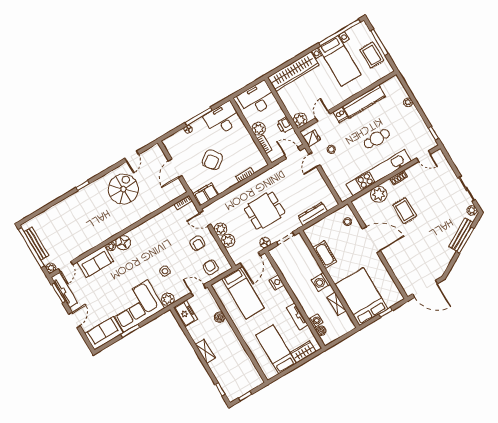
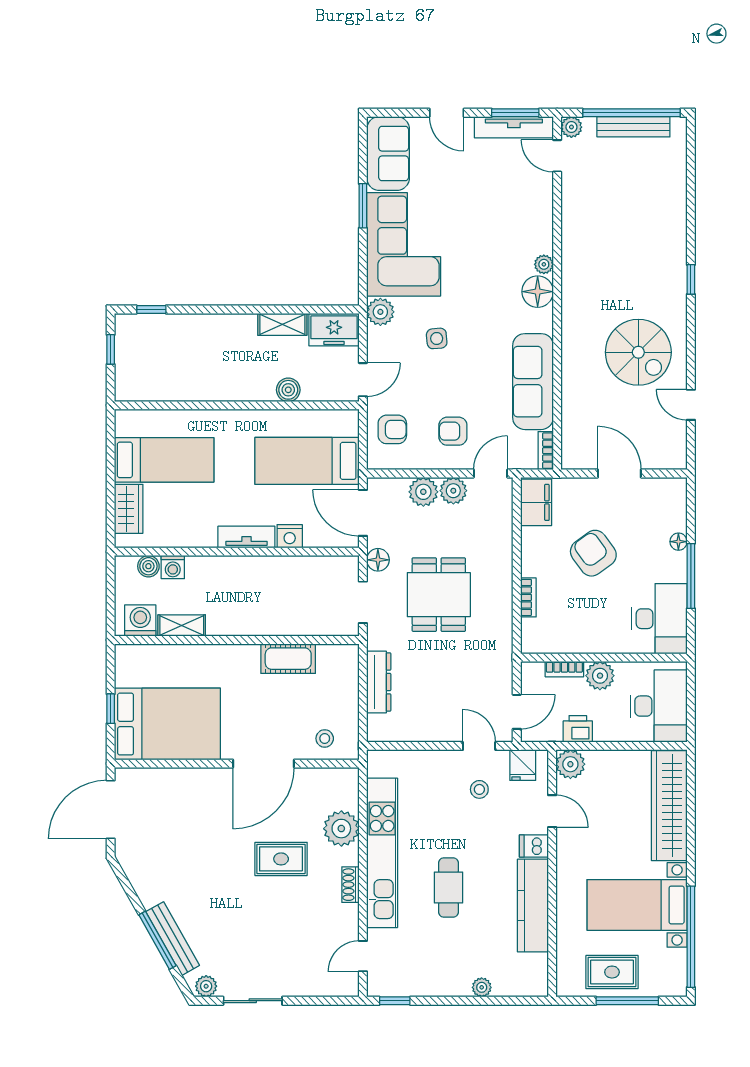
sofa: (95, 262) -> (533, 382), moved, width x1.36
washing machine: (321, 282) -> (140, 621), moved
bed: (362, 296) -> (167, 724), moved
tv unit: (297, 316) -> (246, 537), moved
shelving: (205, 351) -> (282, 324), moved

